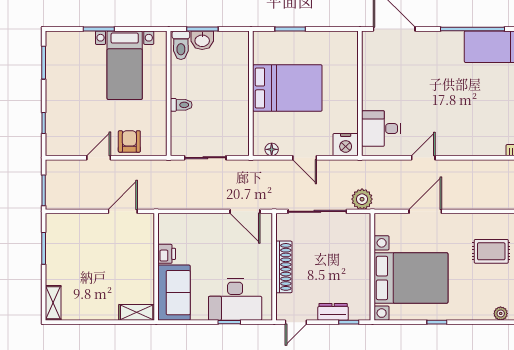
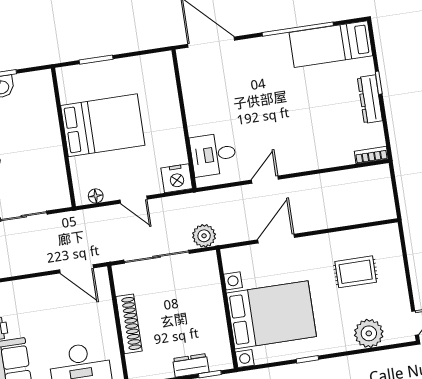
plant: (501, 313) -> (369, 333), width x1.88, depth x1.88

